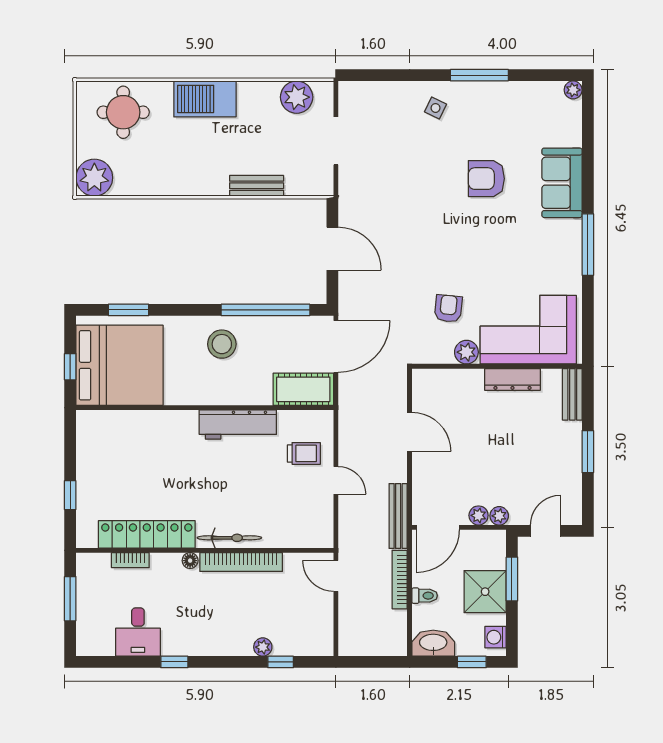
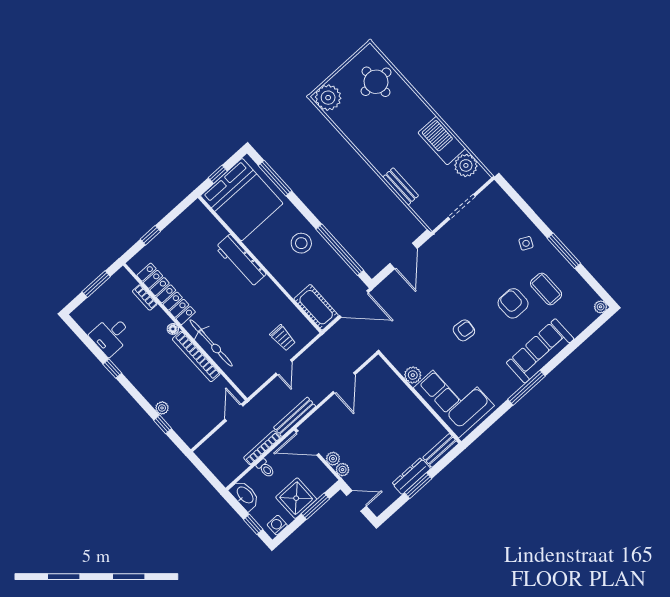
barbecue: (205, 99) -> (442, 141), moved
coffee table: (503, 130) -> (546, 289), added
sofa: (562, 183) -> (540, 351), width x1.36
armchair: (448, 309) -> (464, 330), moved
window: (129, 310) -> (275, 178), width x1.44
dresser: (512, 379) -> (411, 476), moved, turned 90
workbench: (238, 425) -> (241, 261), moved
bicycle: (229, 538) -> (211, 343), width x1.37, depth x1.40

